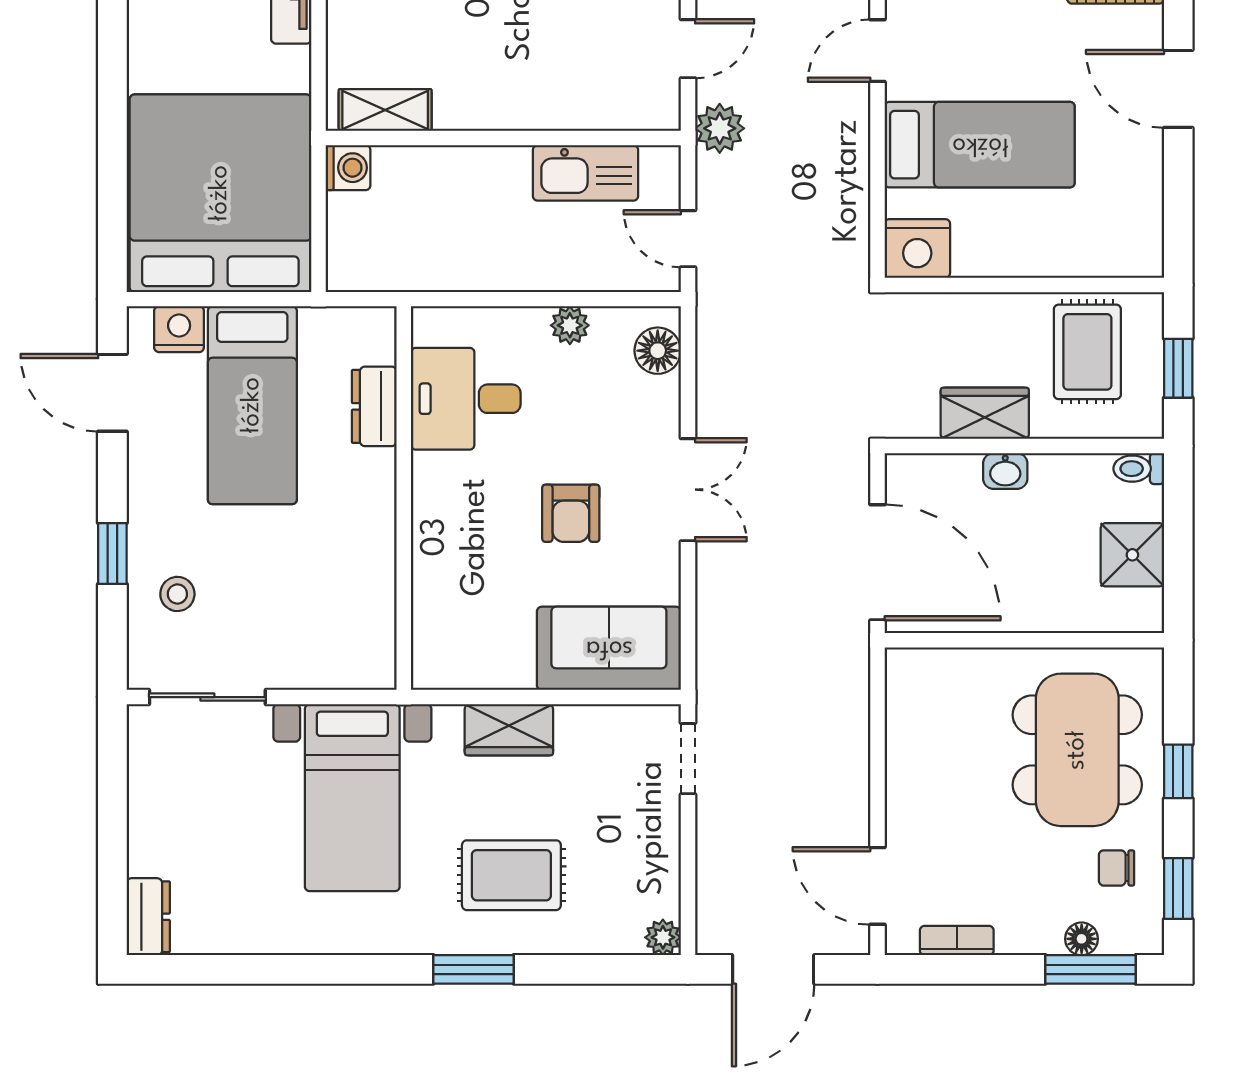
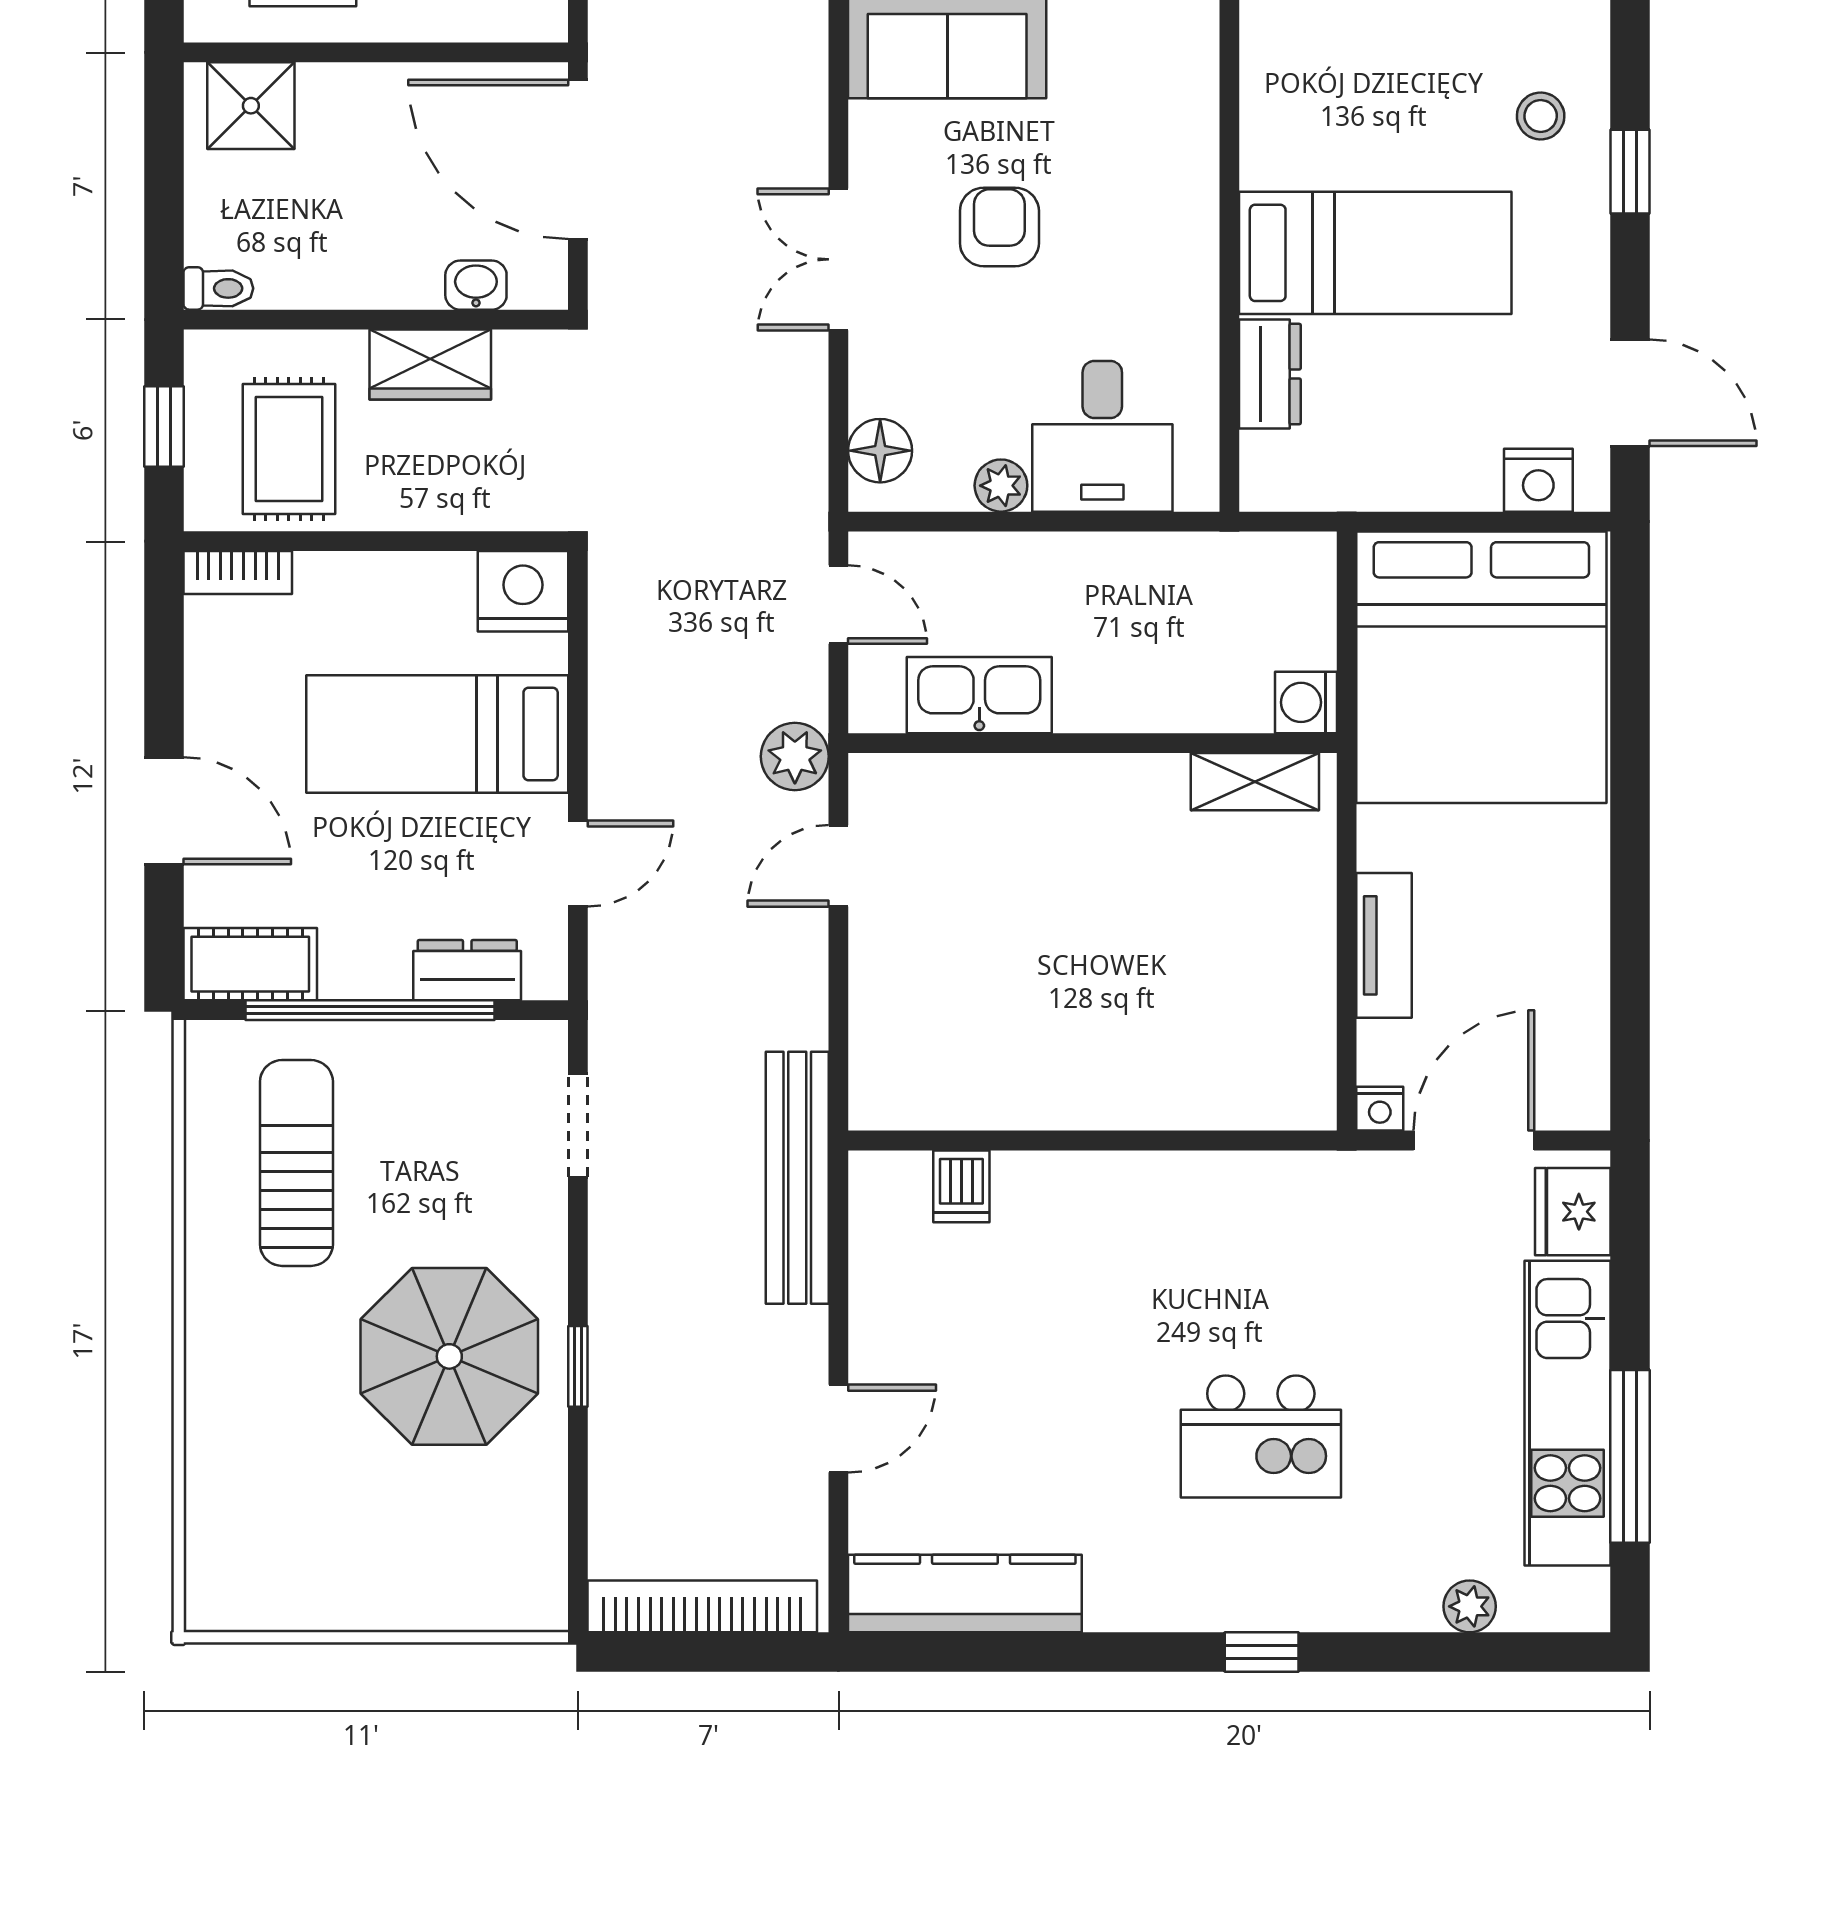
bookcase: (1125, 262) -> (238, 573), added
desk: (466, 399) -> (1102, 436), moved, turned 90
bed: (252, 405) -> (1375, 253), moved, turned 90
washbasin: (1005, 471) -> (476, 285), moved
shower: (1132, 555) -> (251, 106), moved

